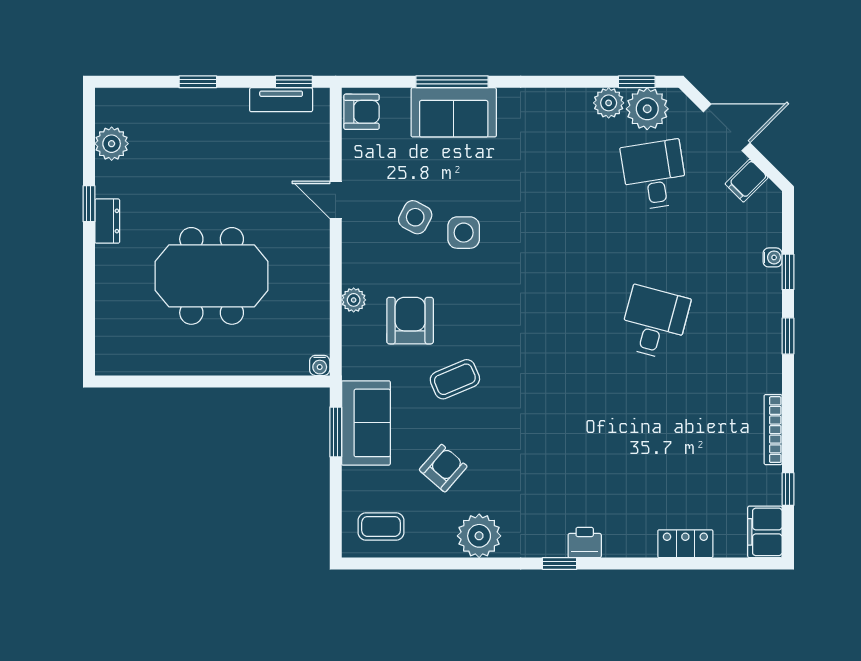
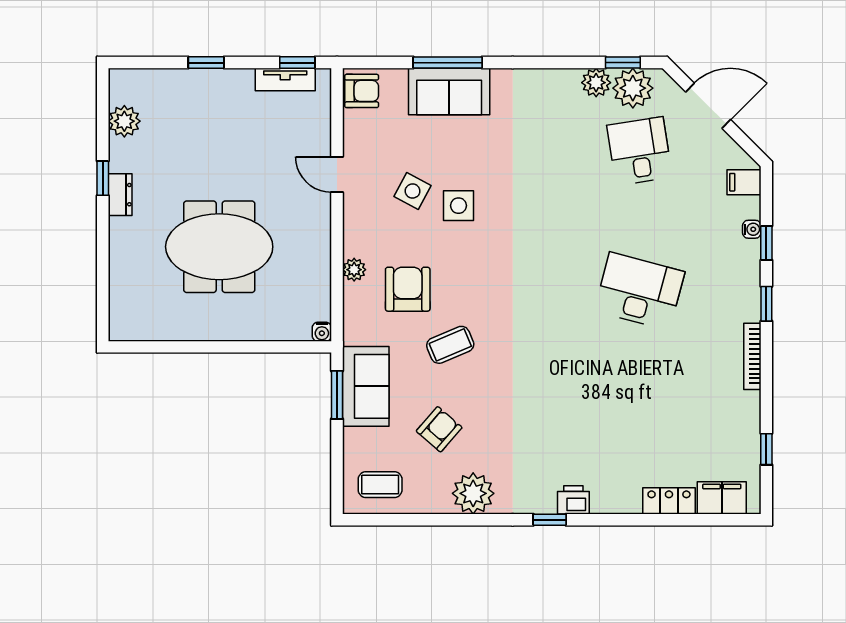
filing cabinet: (747, 181) -> (744, 182), moved, turned 45
desk: (654, 323) -> (639, 291), width x1.37
bookcase: (773, 430) -> (752, 356), moved
filing cabinet: (765, 532) -> (722, 498), moved, turned 90

